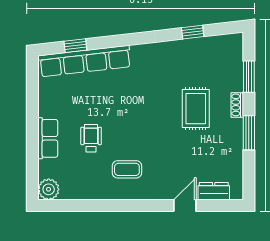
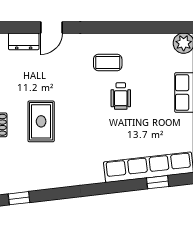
window: (193, 32) -> (19, 198), moved
wheelchair: (91, 138) -> (121, 96), moved

